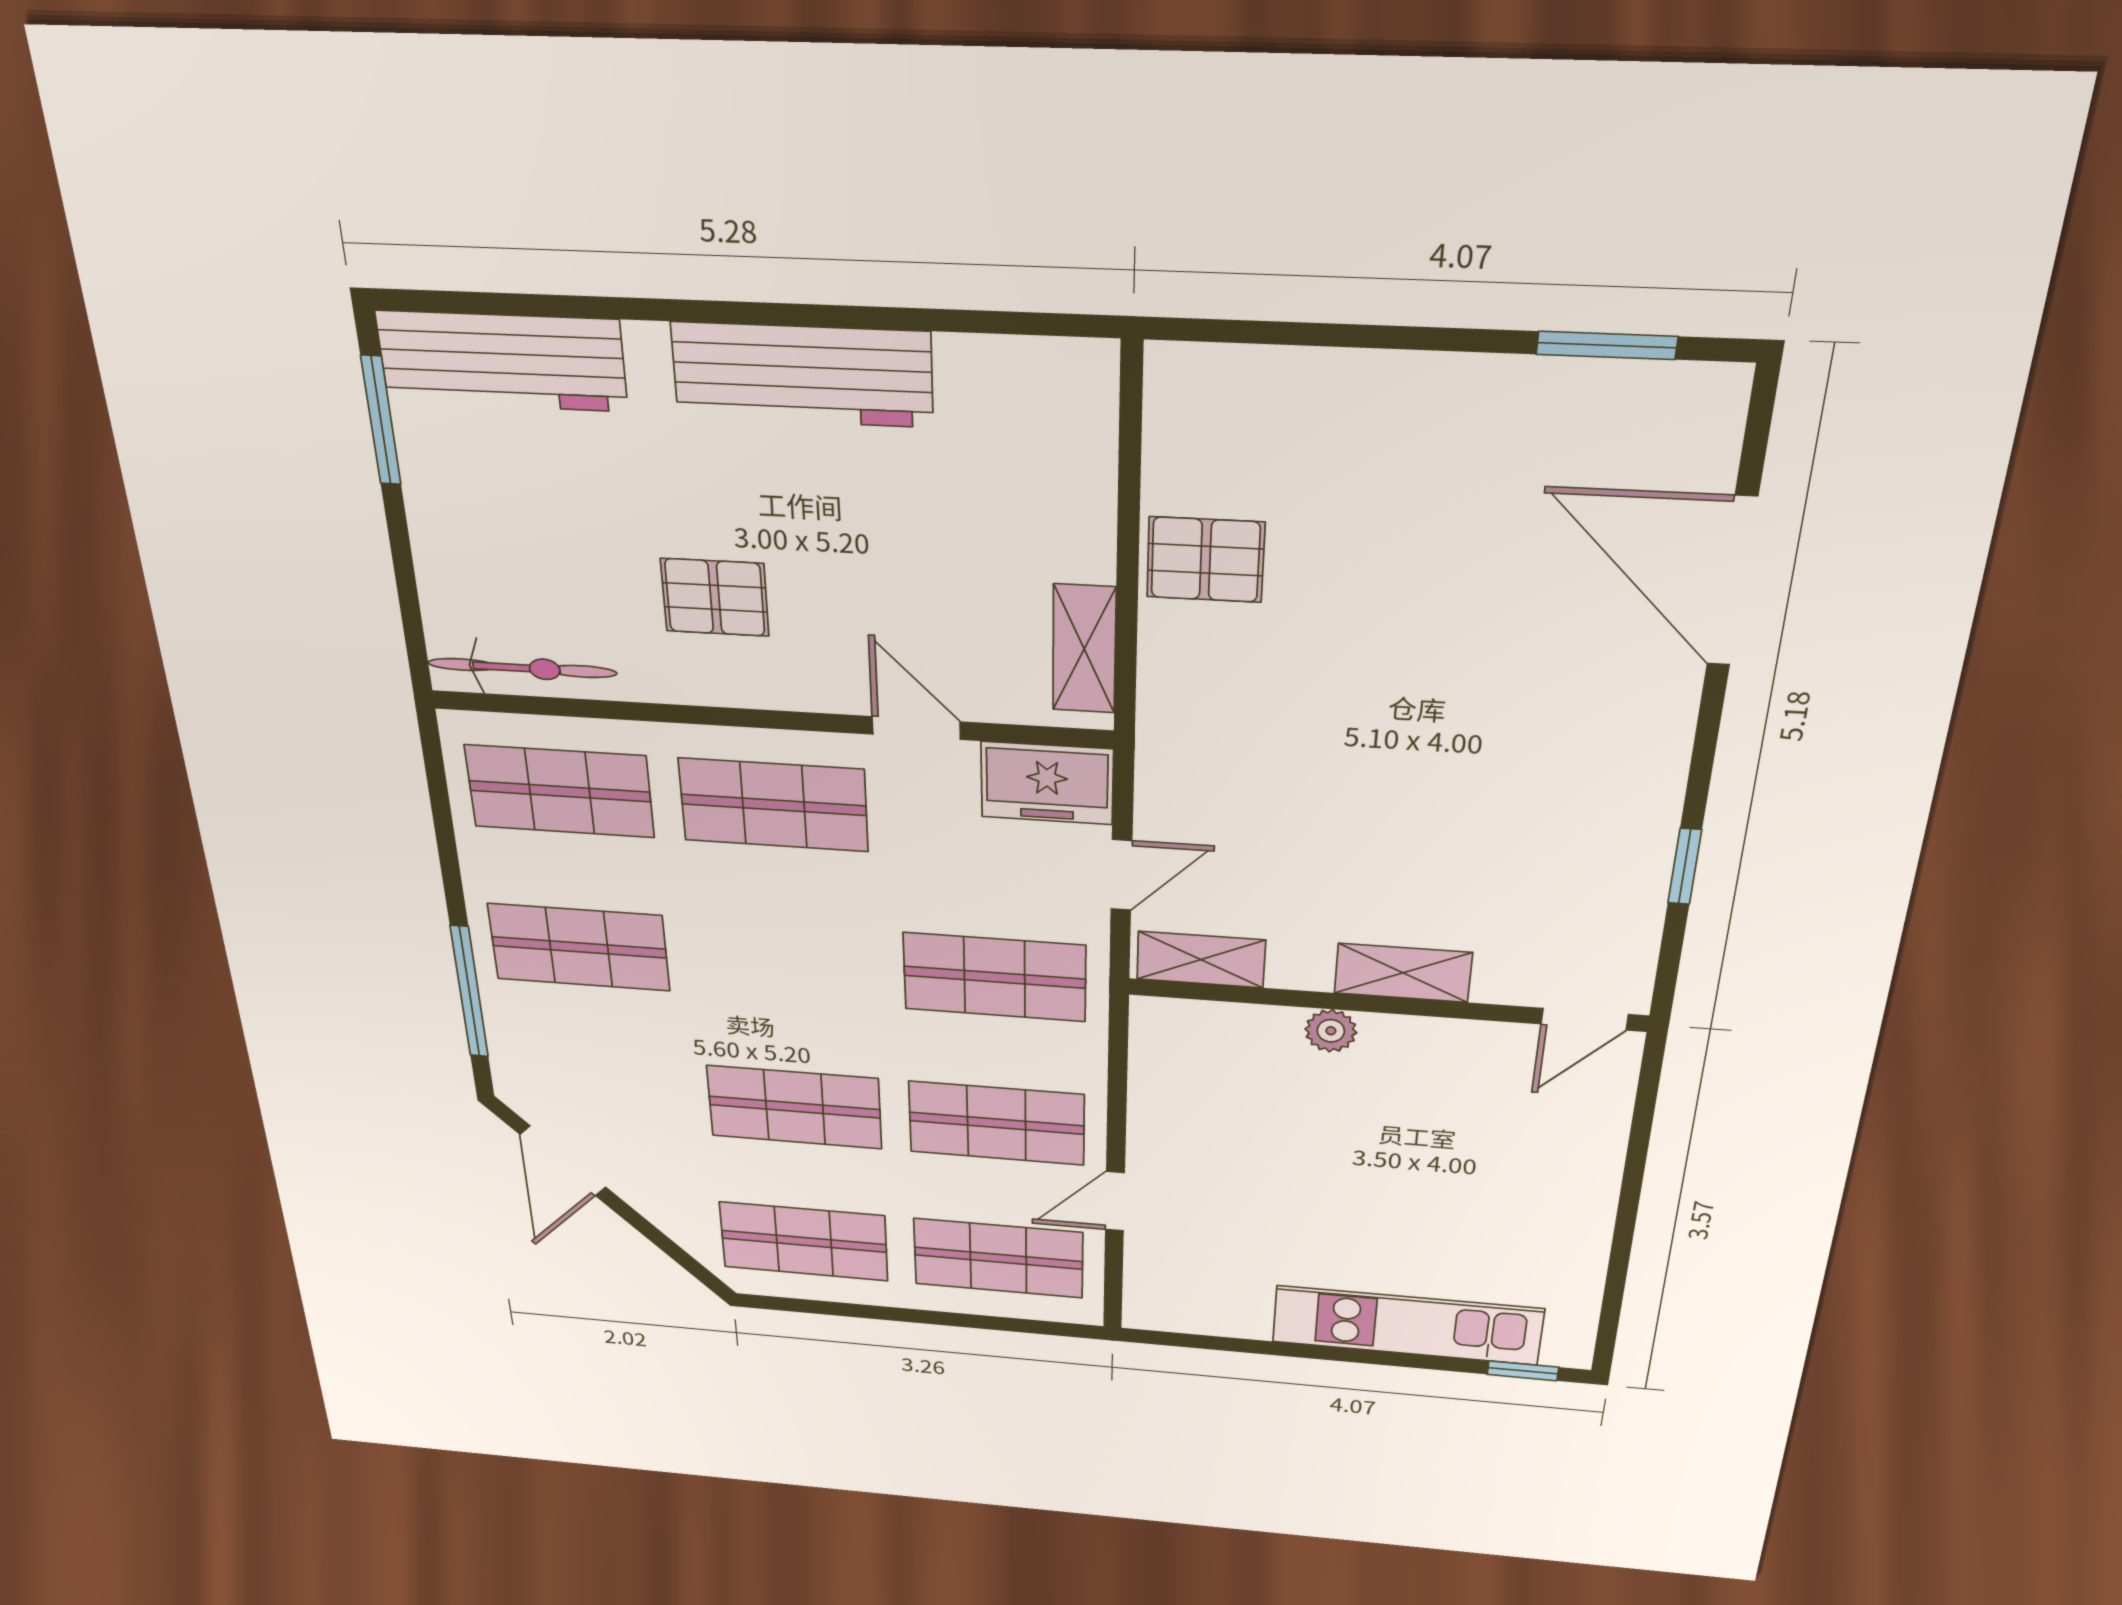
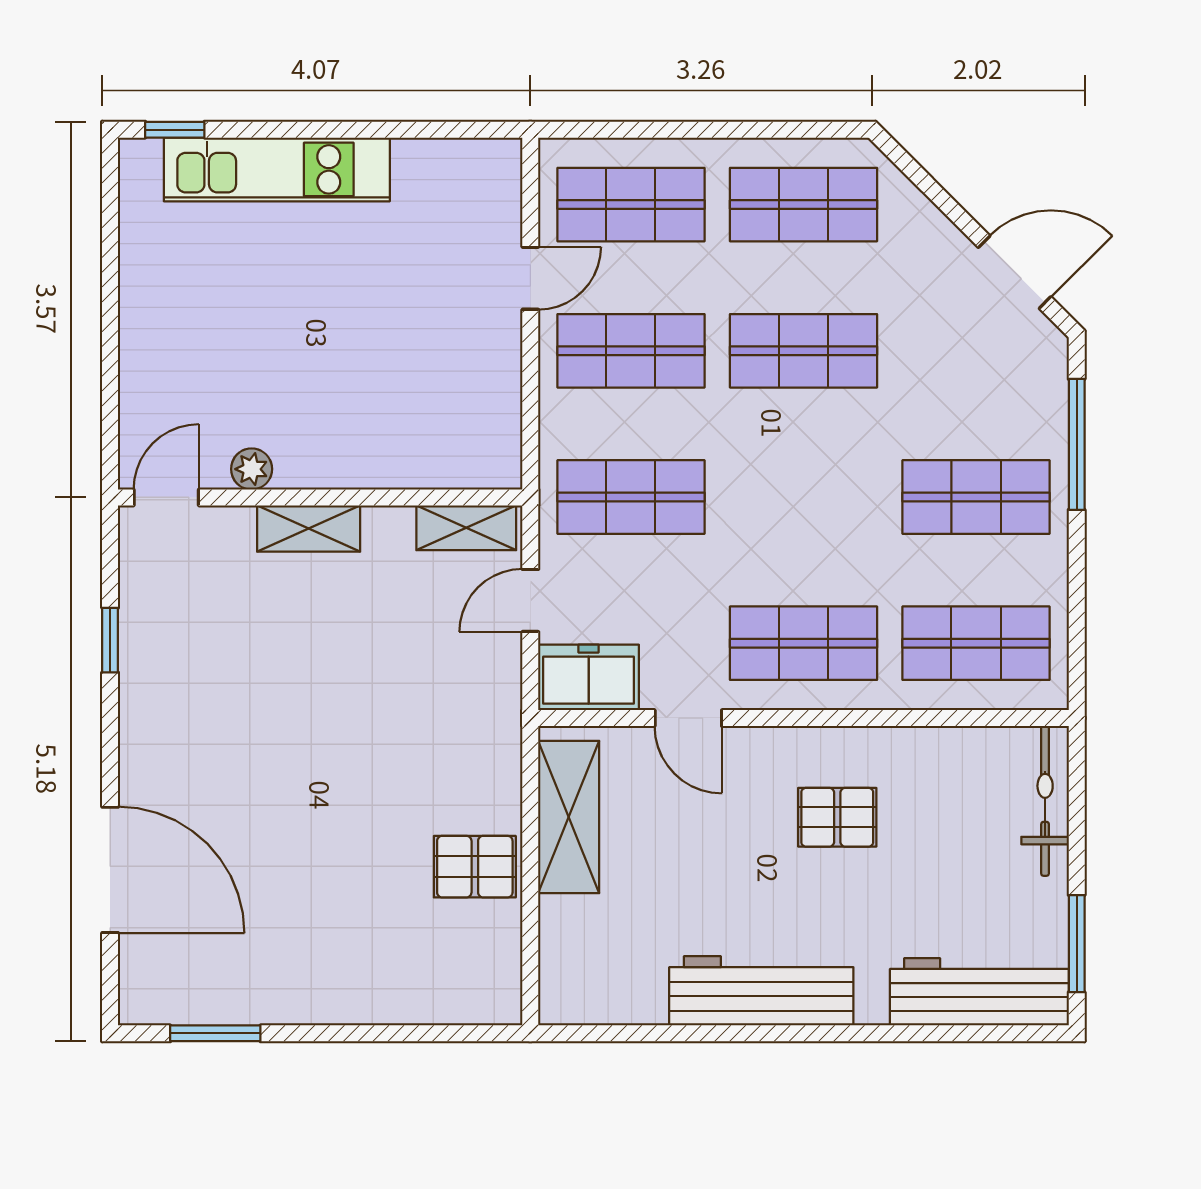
shelving: (1084, 649) -> (569, 817), width x1.50, depth x1.33
bicycle: (522, 668) -> (1045, 801), moved, turned 90
plant: (1331, 1031) -> (252, 469), moved
door: (563, 1161) -> (1015, 272), hinge flipped

